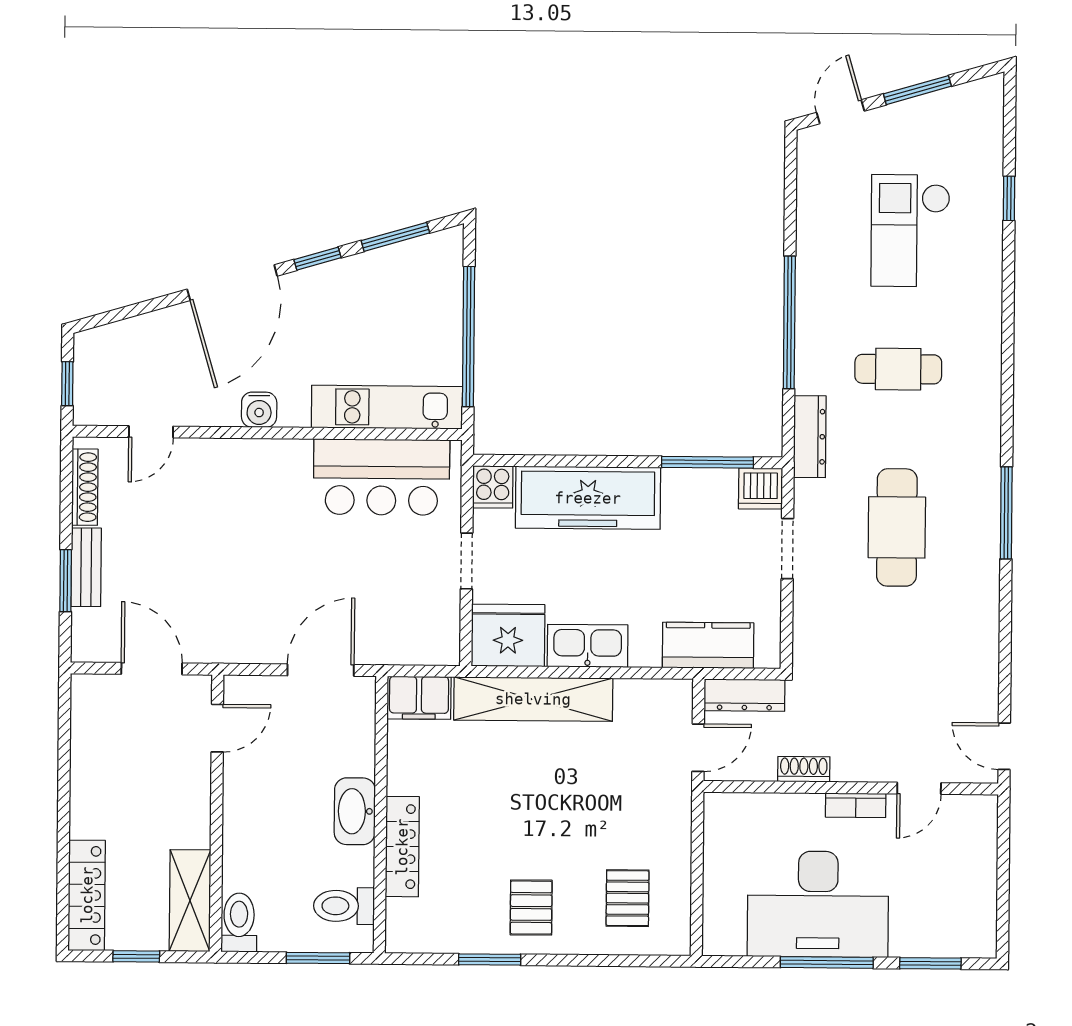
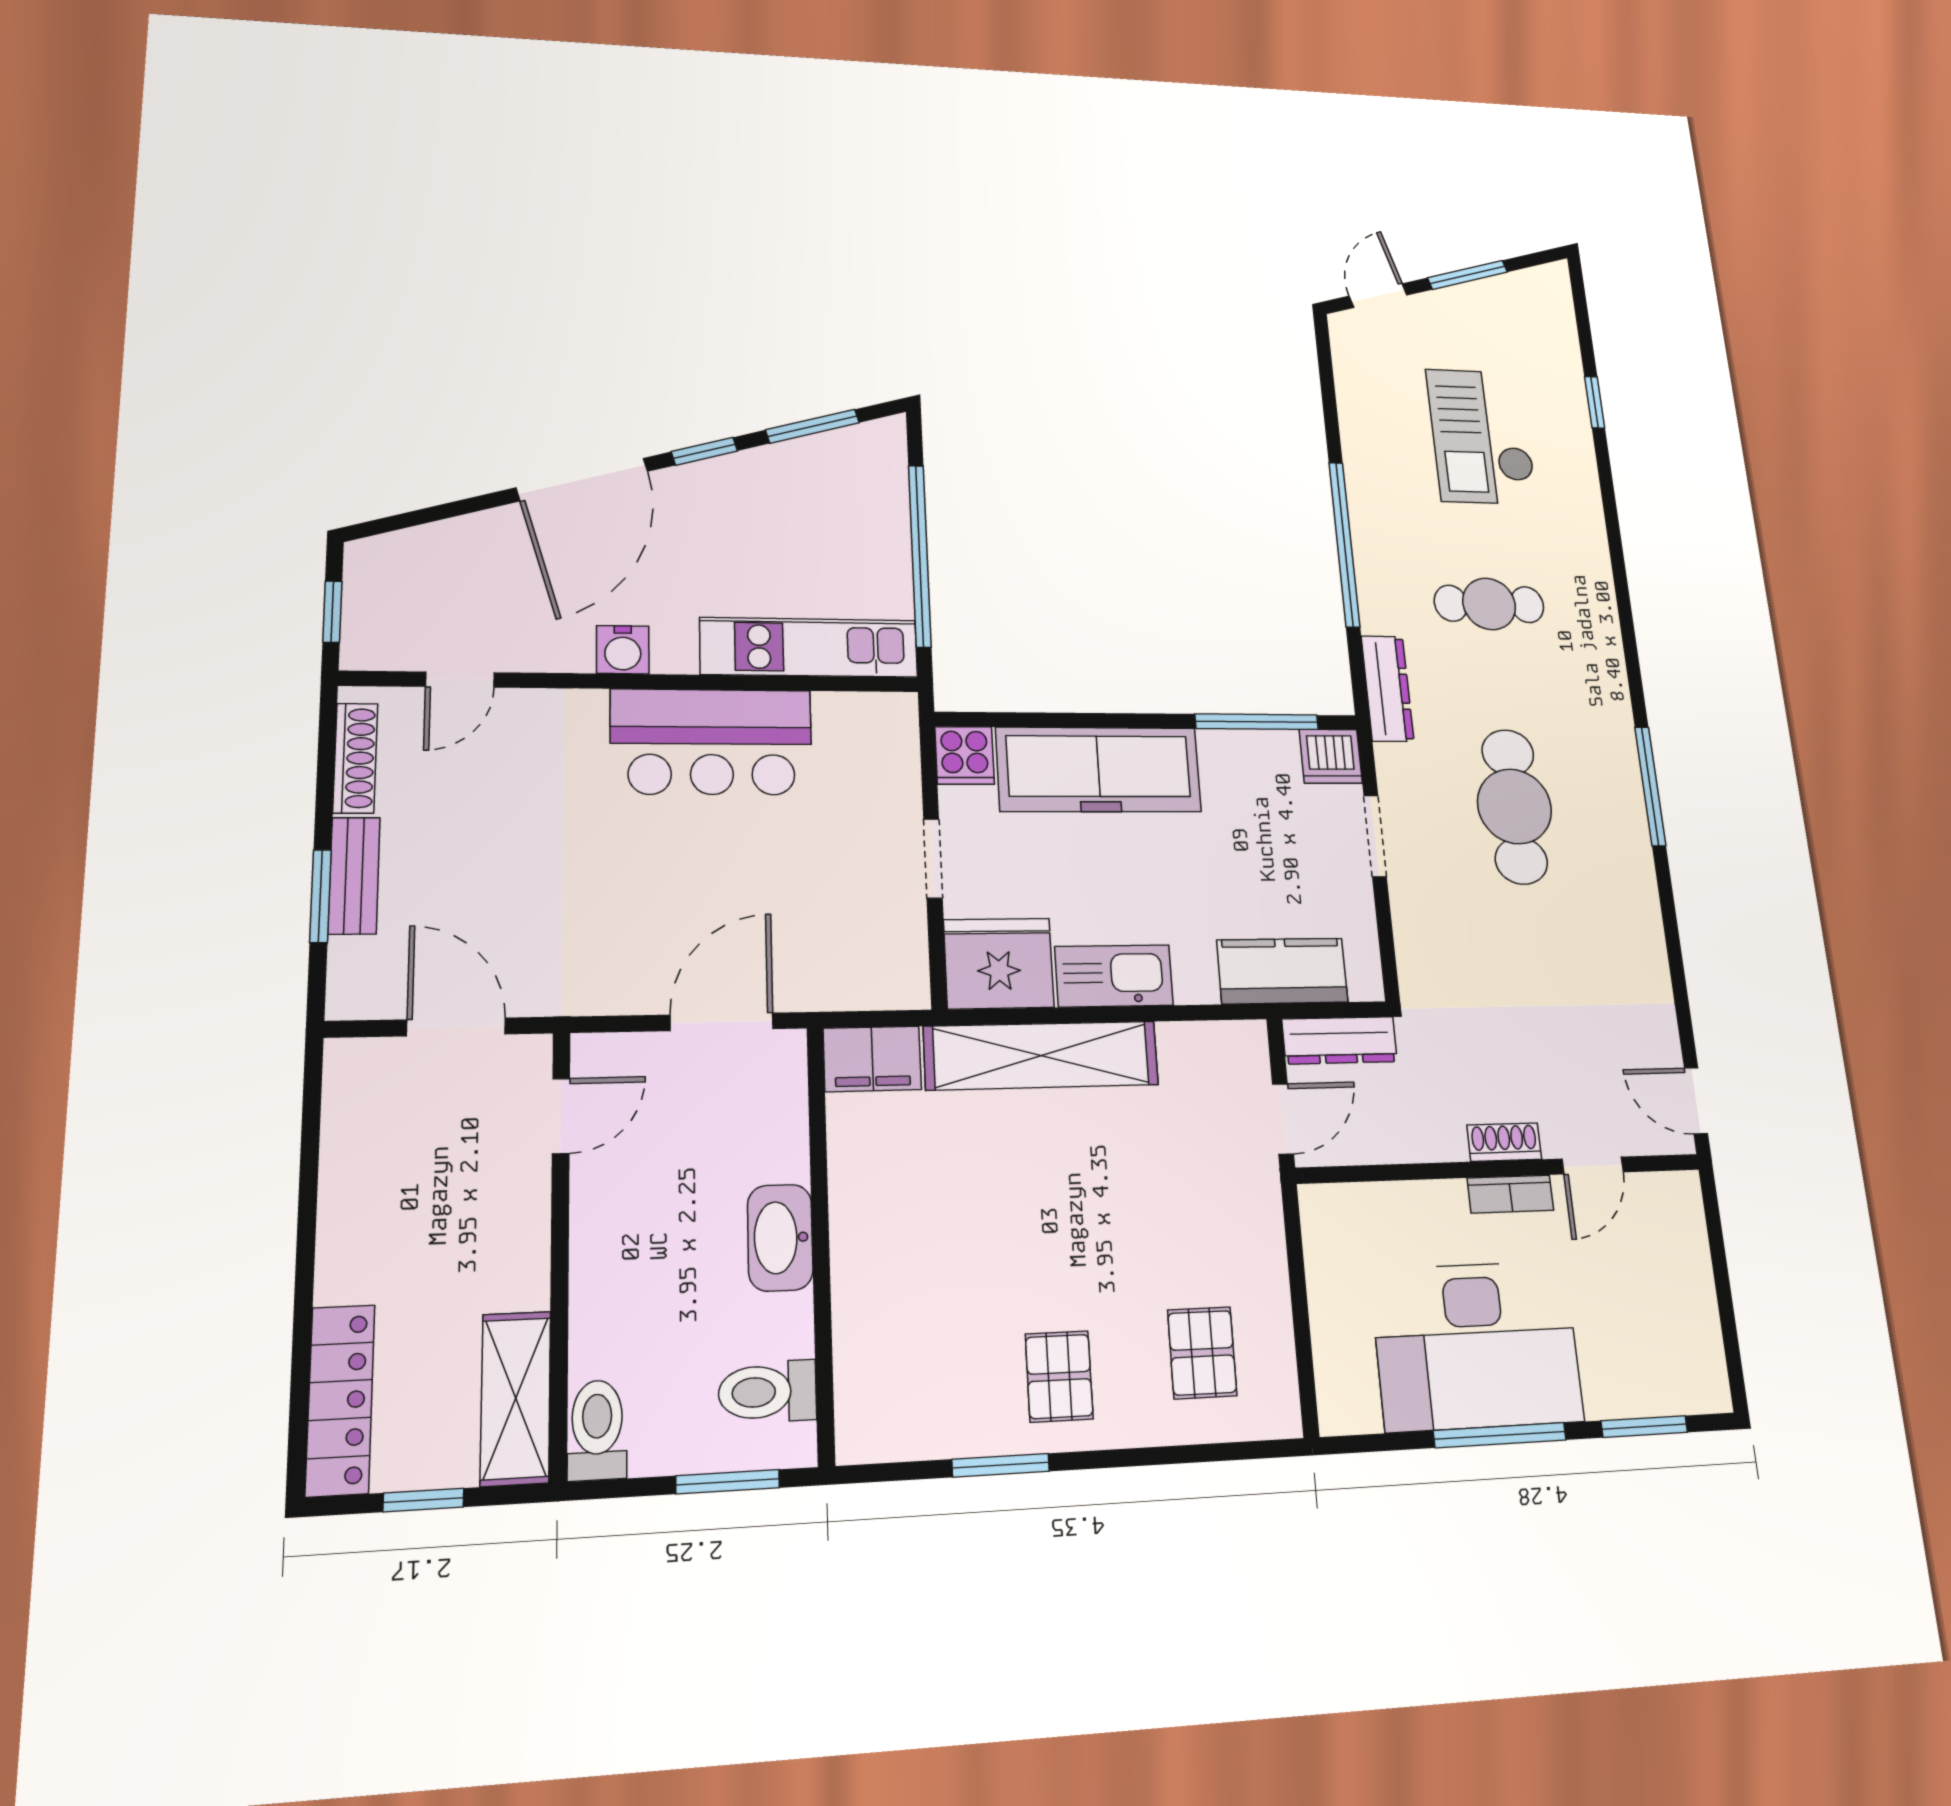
bar counter: (382, 477) -> (711, 742), moved
shoe rack: (804, 769) -> (1504, 1142), moved
locker: (402, 847) -> (856, 1290), removed

